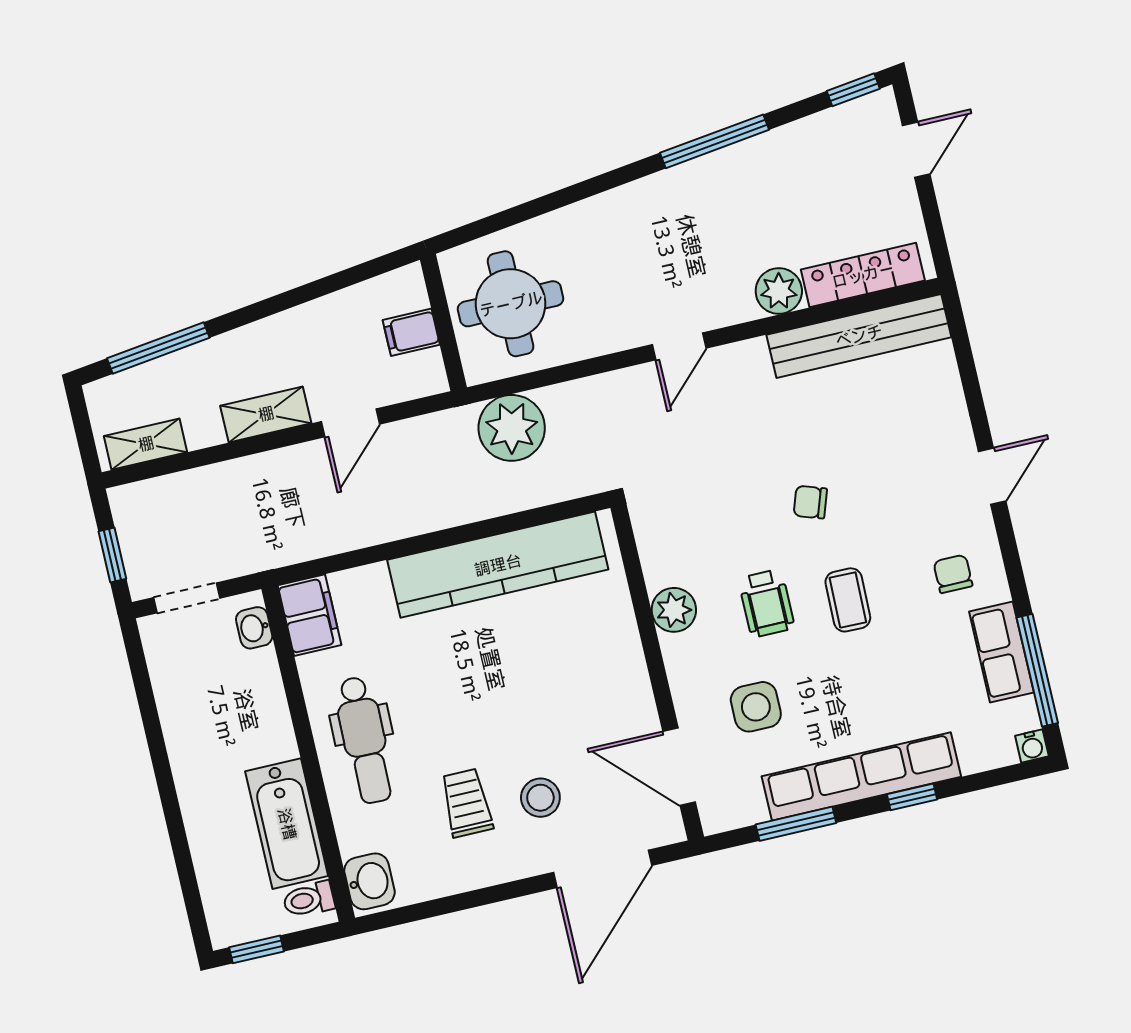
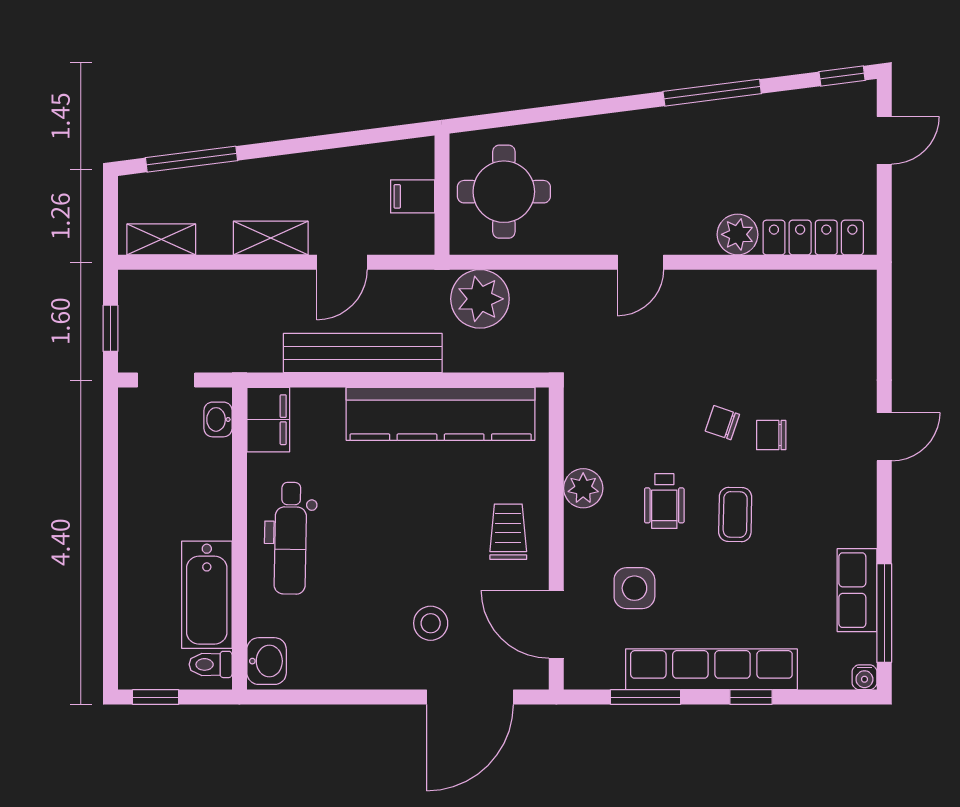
bench: (859, 336) -> (363, 353), moved
chair: (953, 574) -> (771, 435), moved, turned -90
trolley: (467, 803) -> (508, 532), moved

